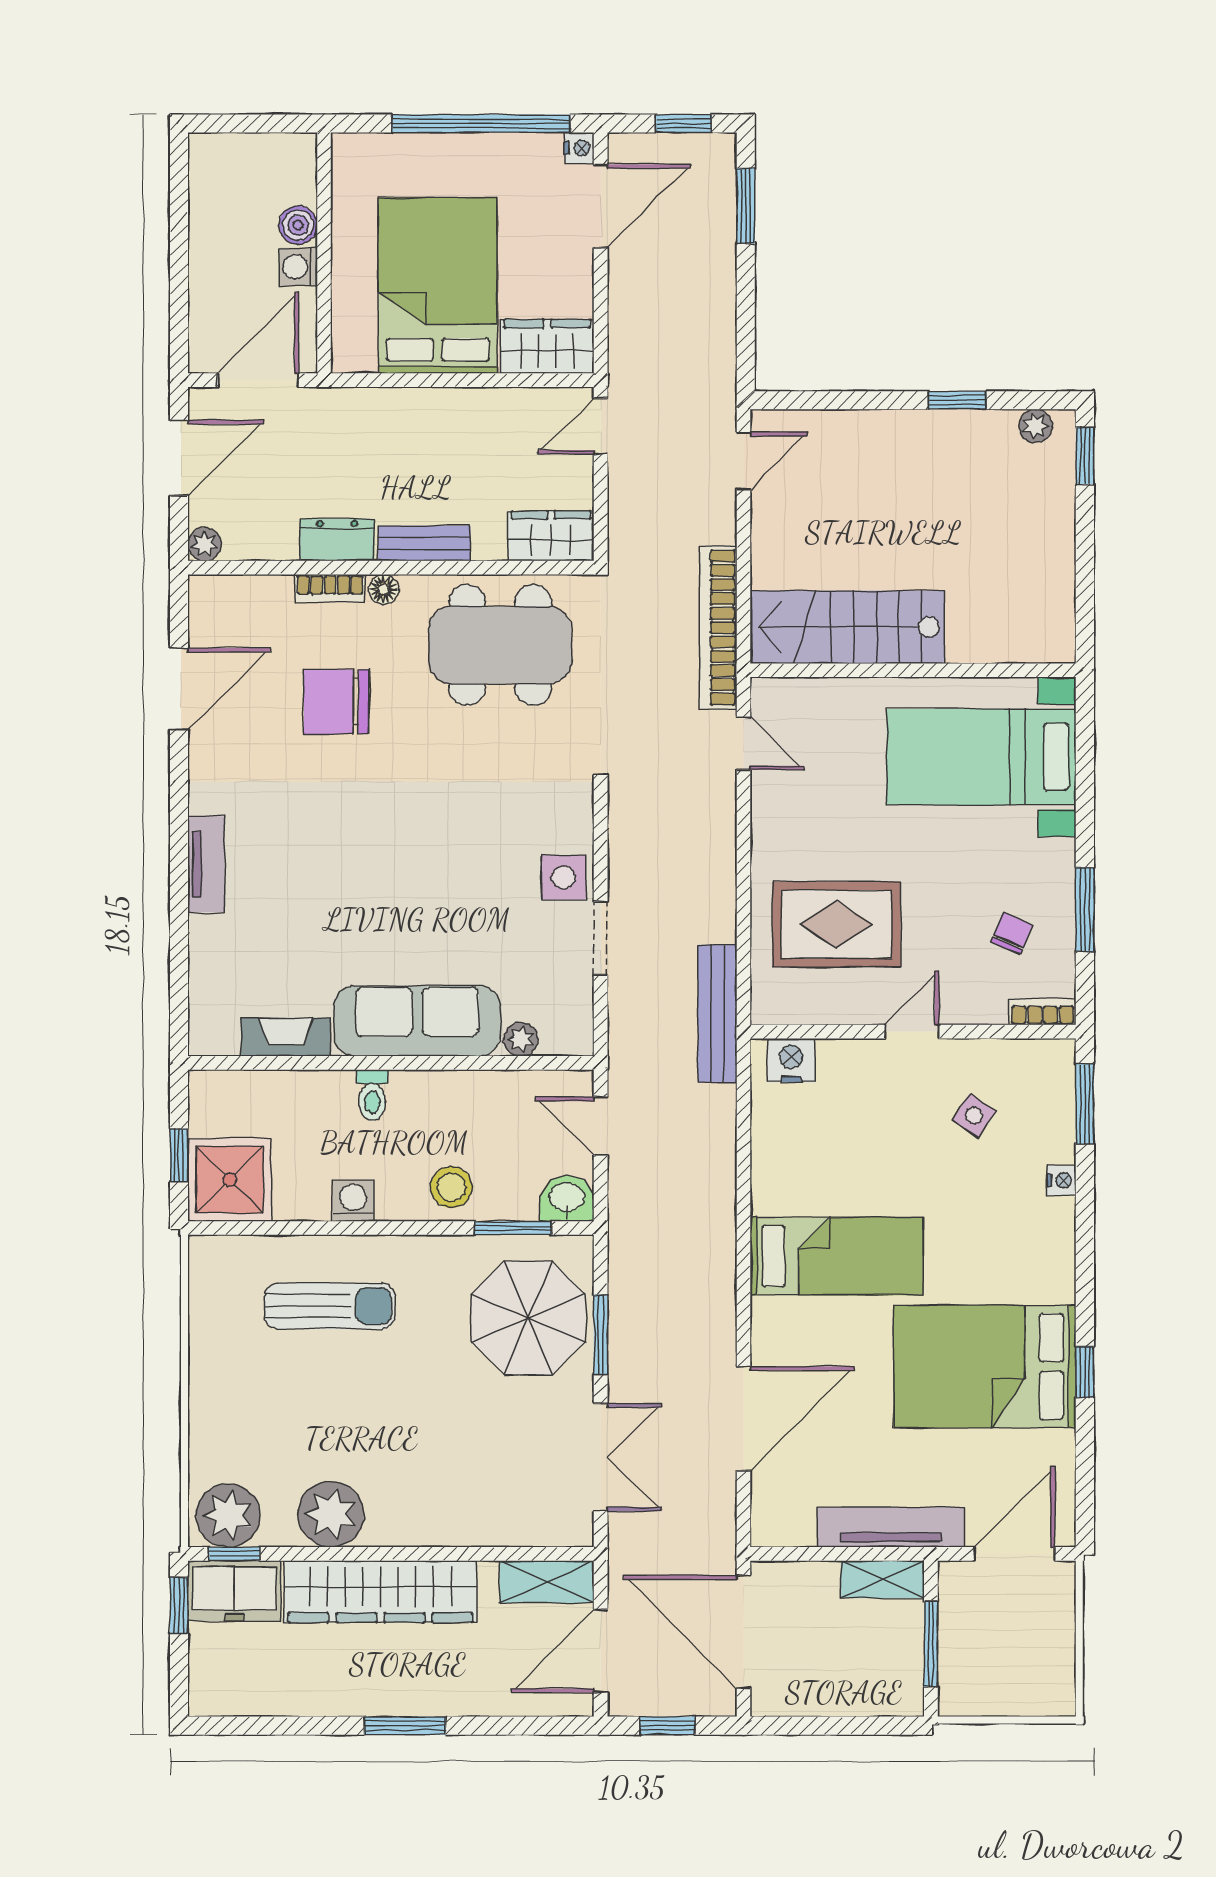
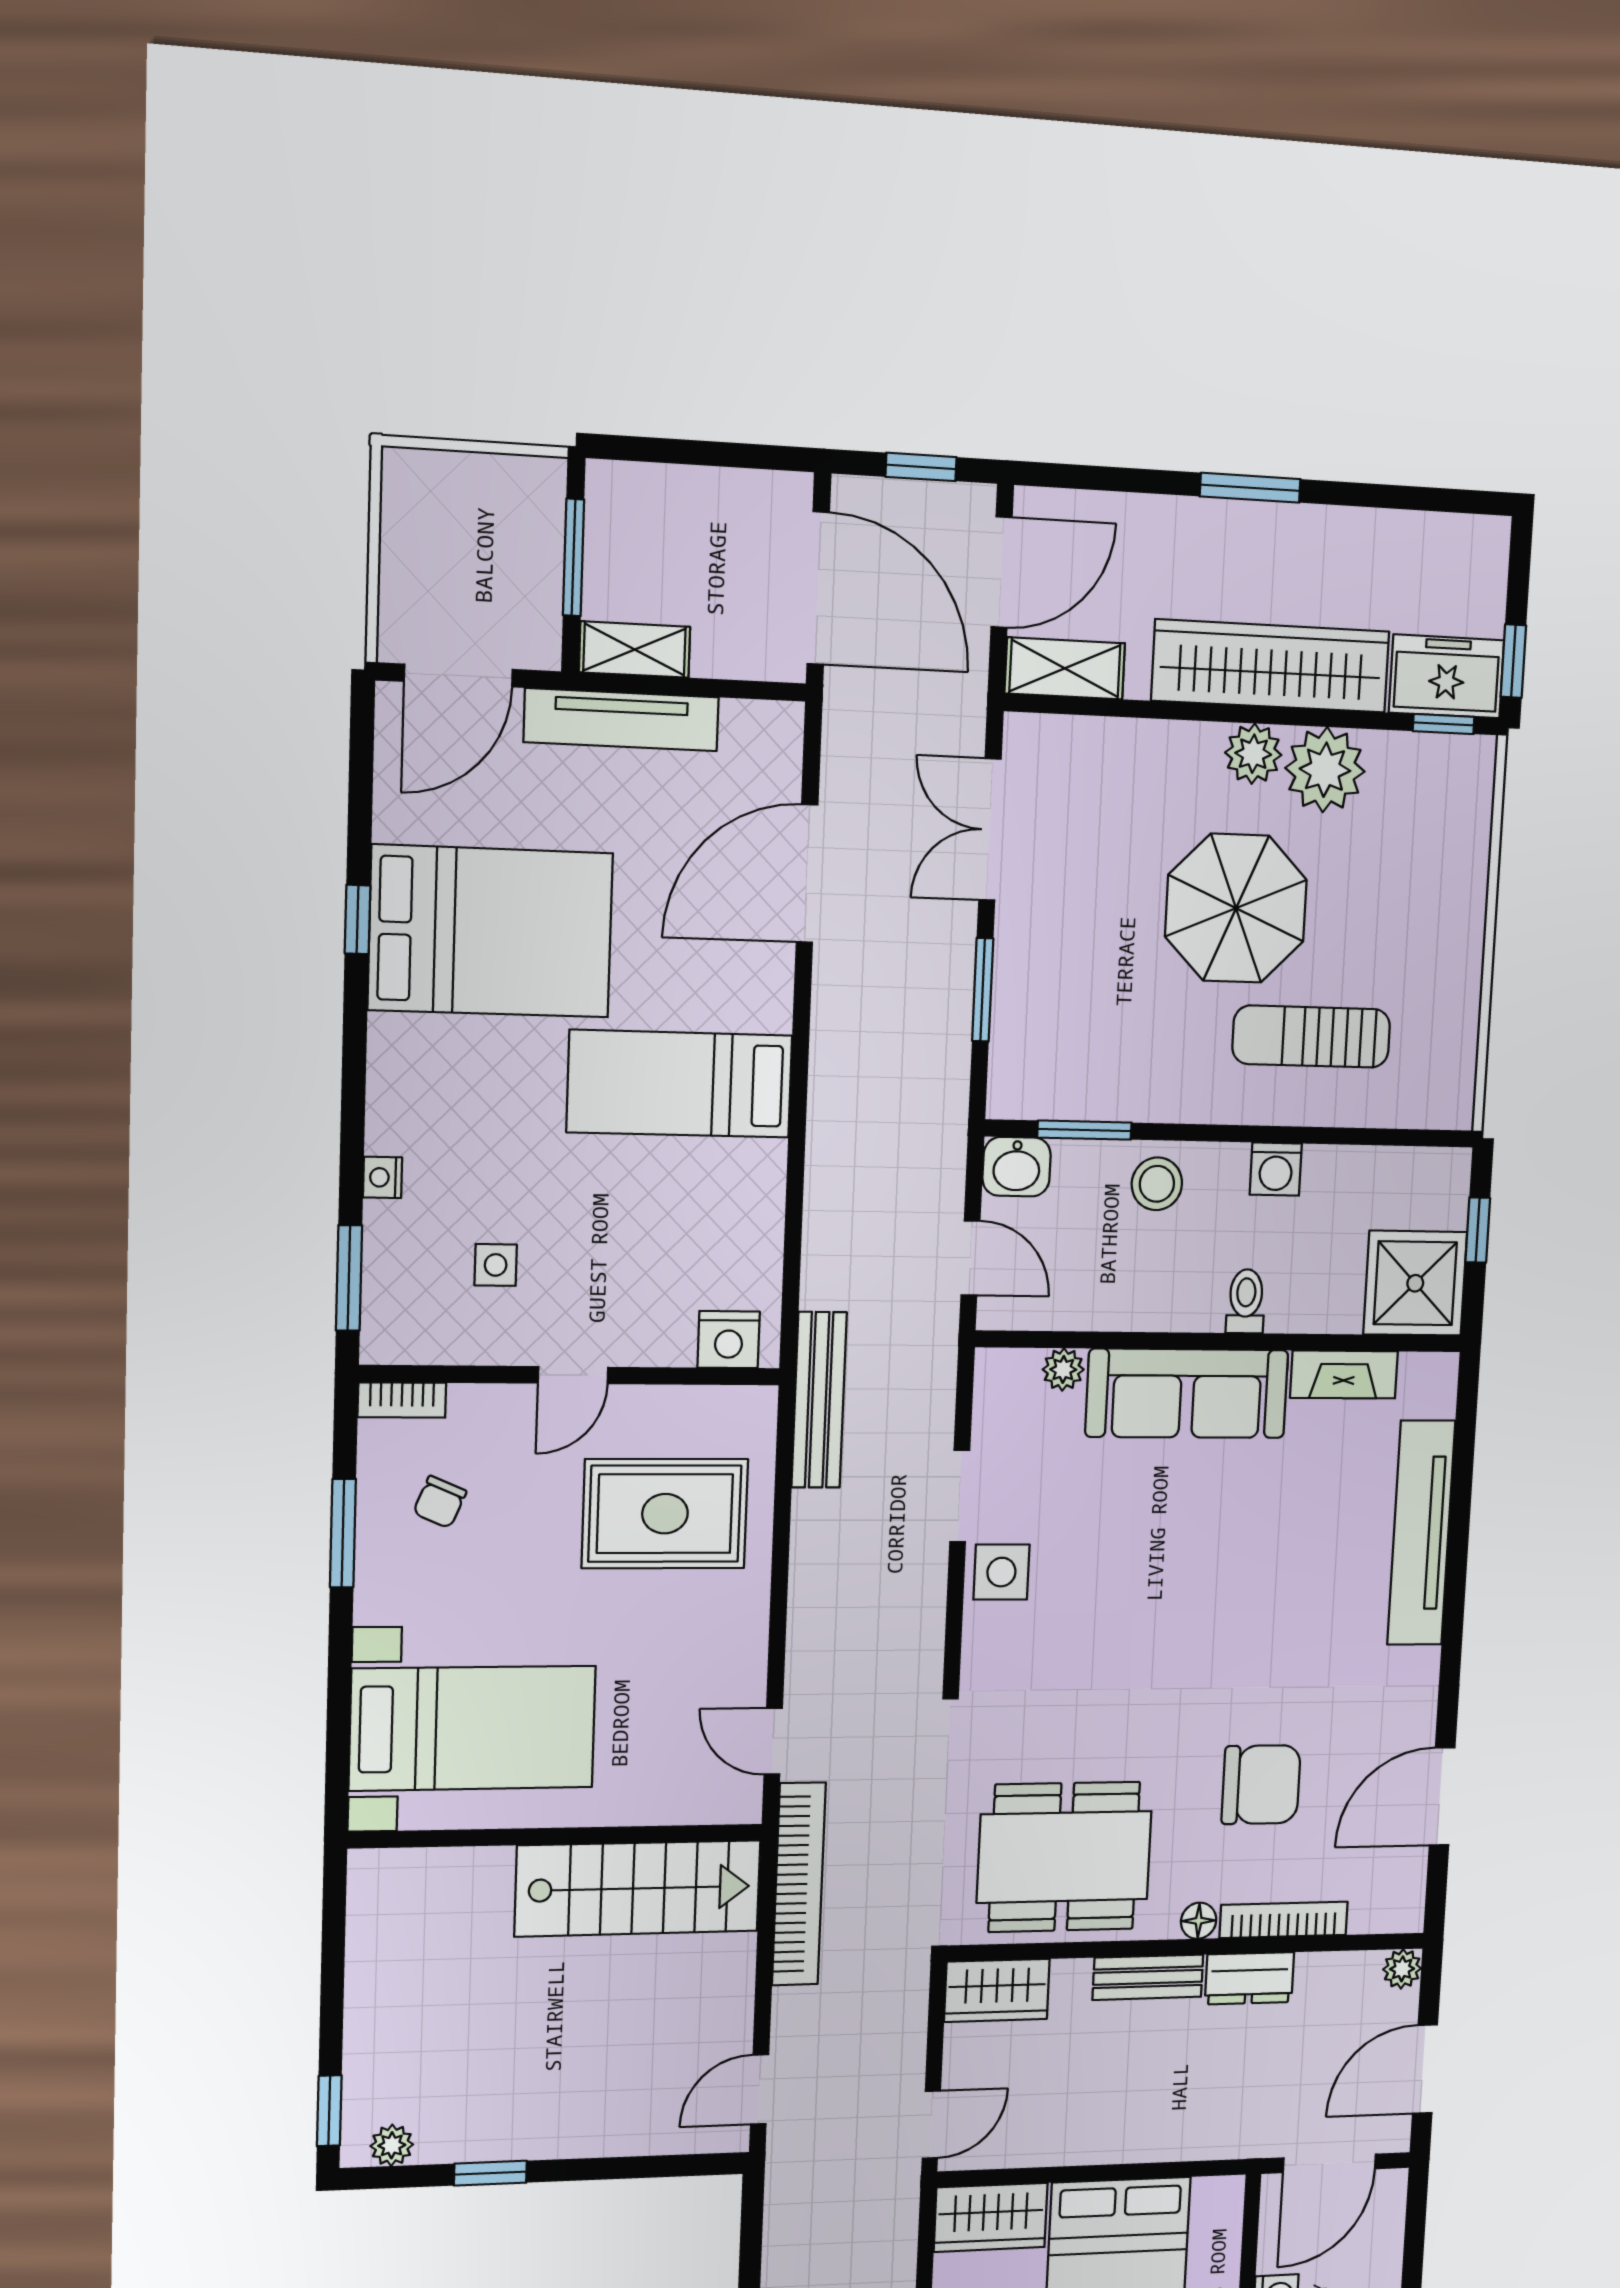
bookcase: (330, 588) -> (1284, 1920), width x1.56
tv unit: (206, 864) -> (1421, 1533), width x1.92, depth x1.29
side table: (974, 1116) -> (496, 1265), turned -33
shower: (230, 1180) -> (1415, 1283), moved
parasol: (528, 1318) -> (1236, 908), moved
plant: (228, 1515) -> (1253, 754), moved, width x0.73, depth x0.73

